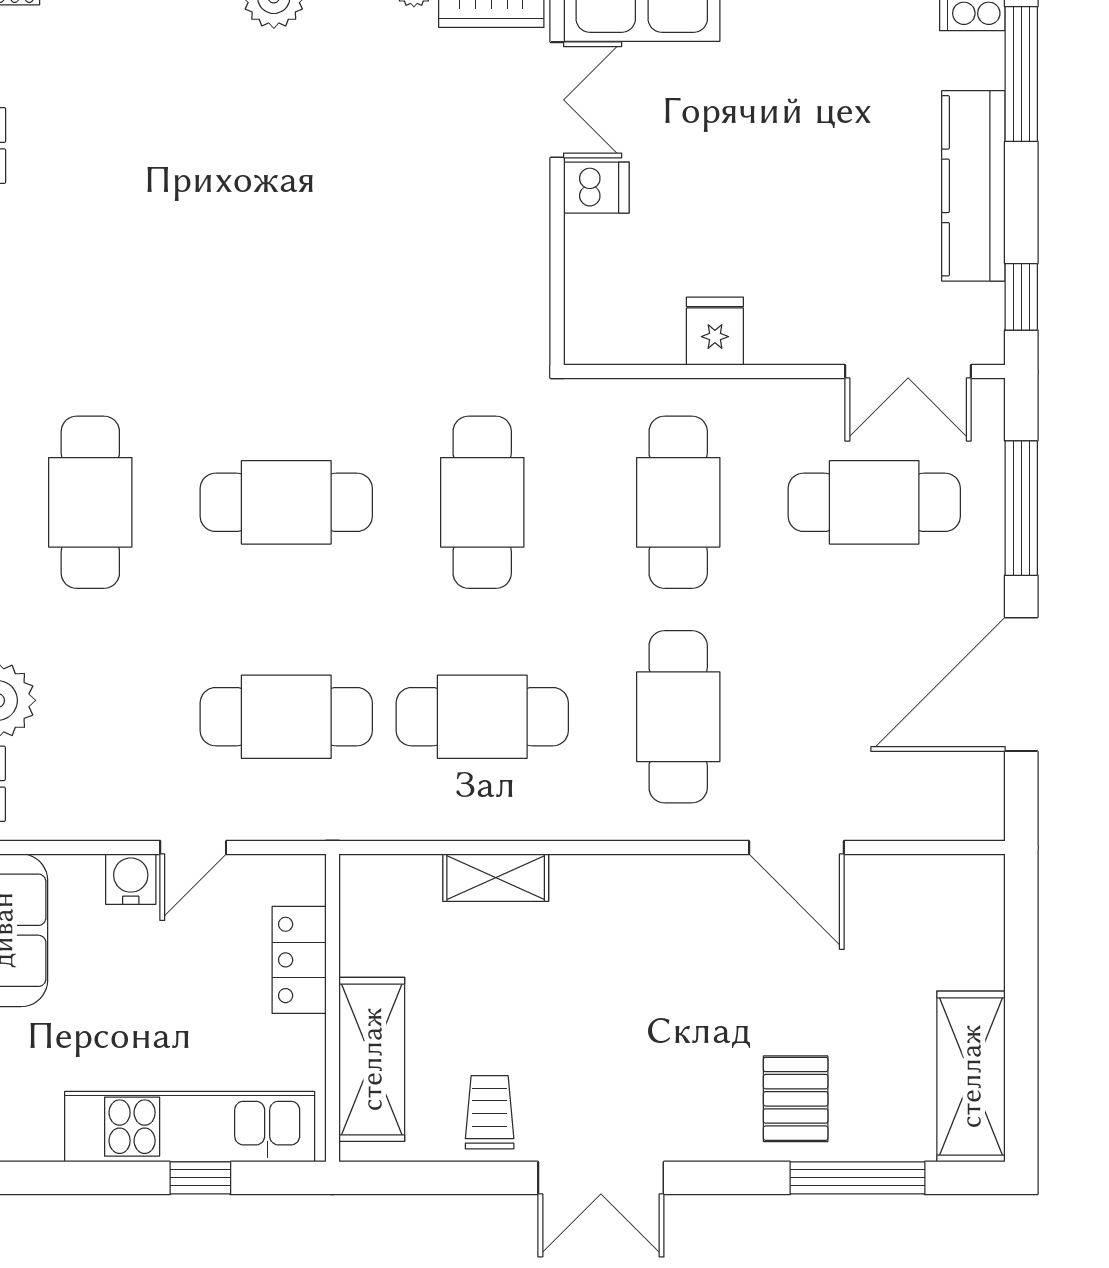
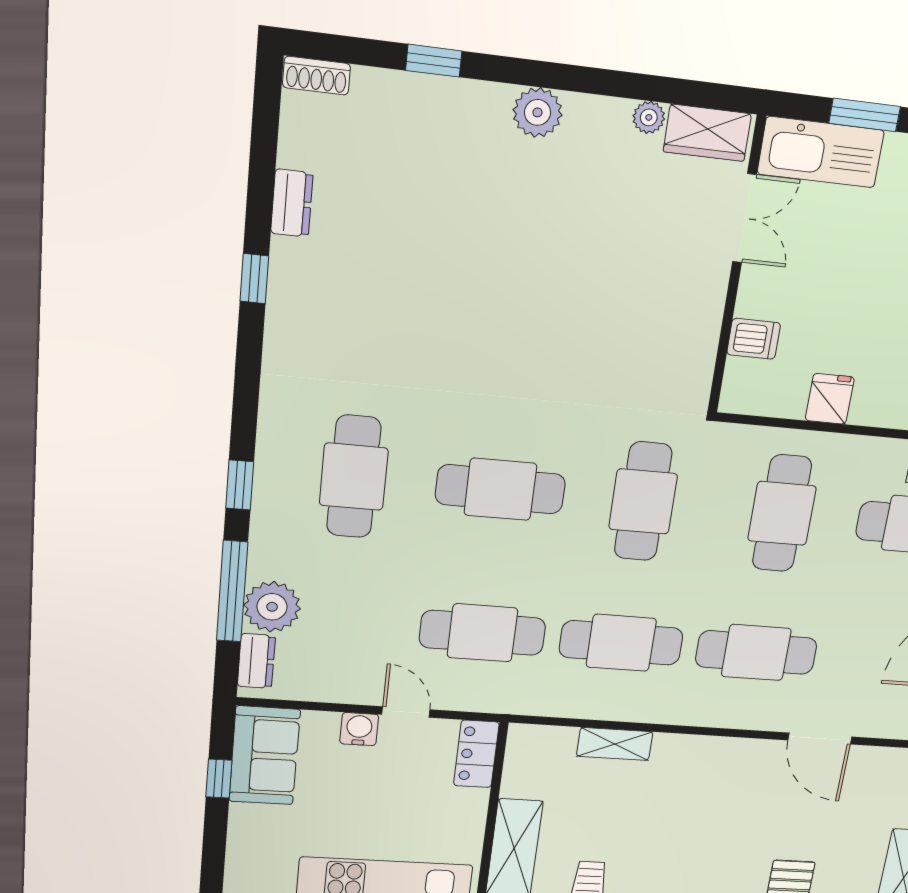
dishwasher: (596, 188) -> (754, 339), moved
cafe table: (678, 717) -> (756, 653), turned 90
door: (193, 847) -> (406, 712), swing flipped
locker: (299, 960) -> (476, 754), moved

